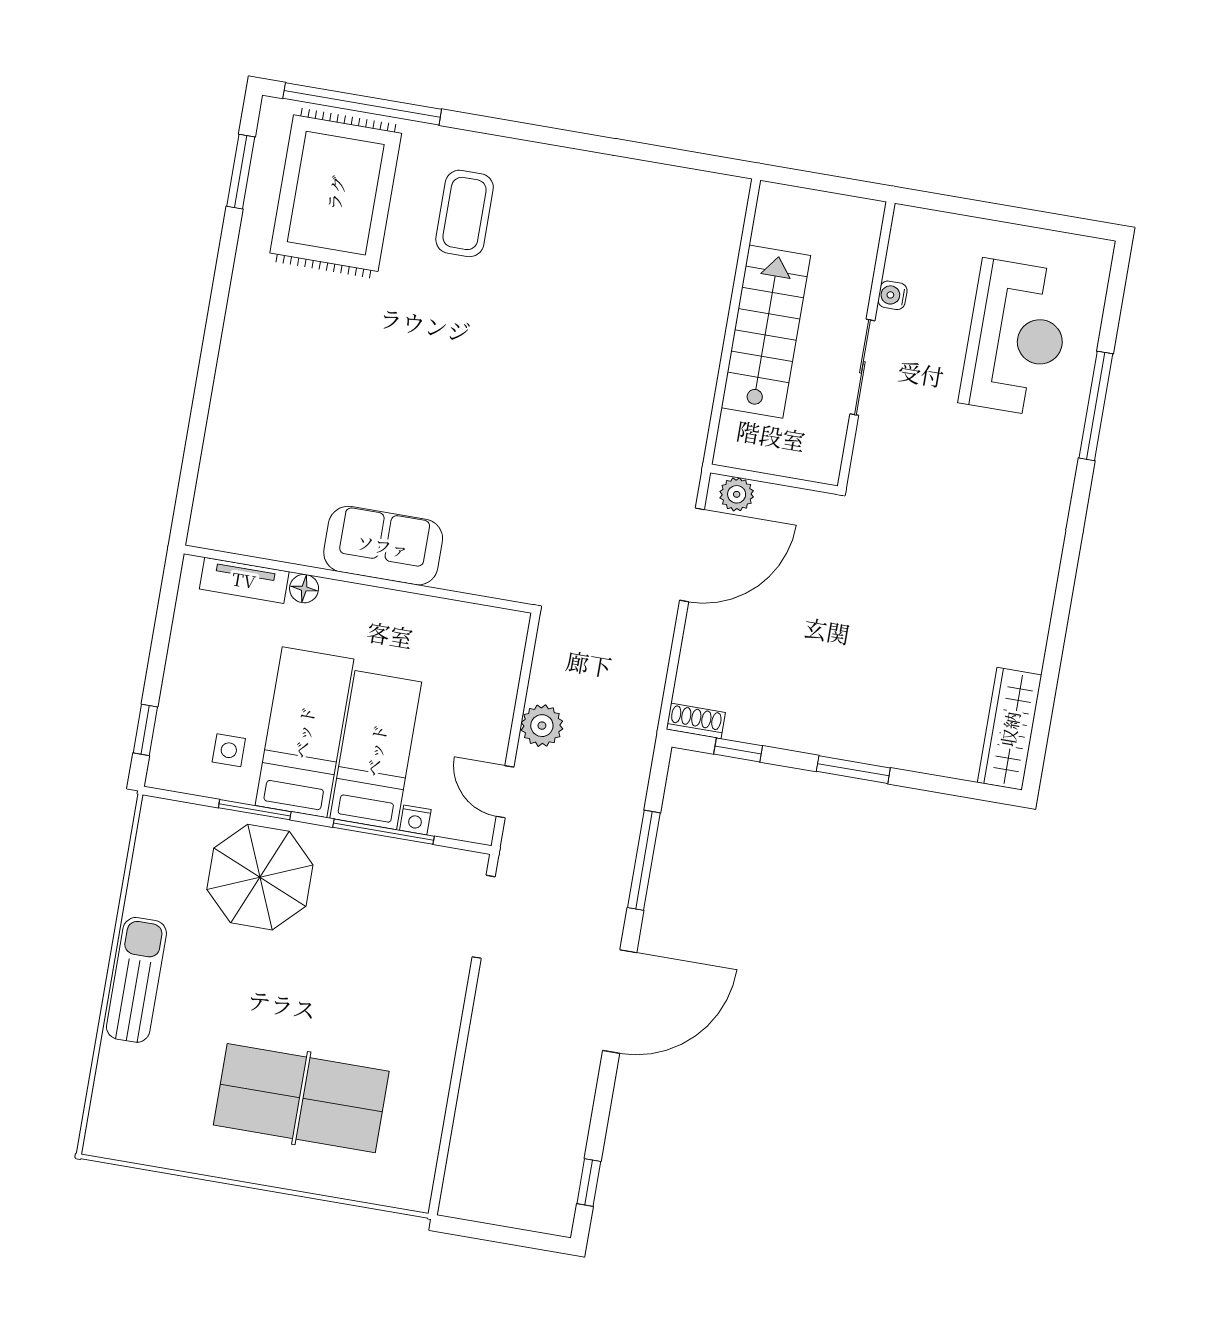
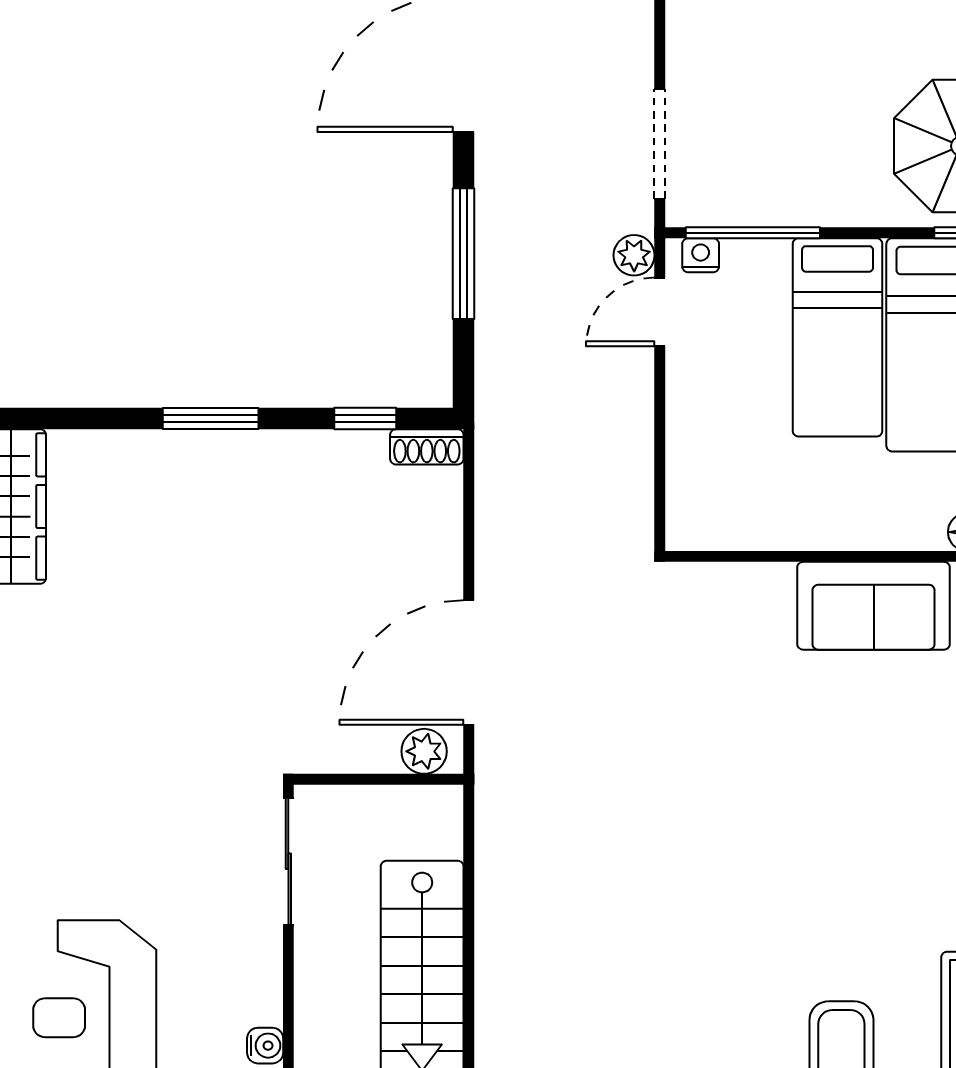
sliding door: (862, 367) -> (288, 861), moved
plant: (542, 726) -> (634, 255), moved, width x0.73, depth x0.73
door: (505, 792) -> (660, 312), swing flipped
nightstand: (415, 820) -> (701, 255), moved
window: (383, 832) -> (753, 233), moved

